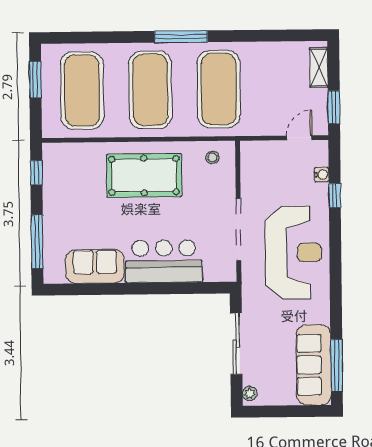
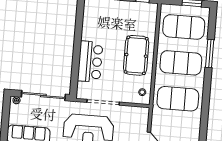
window: (181, 36) -> (210, 53), moved
sofa: (95, 266) -> (91, 25), removed
sliding door: (236, 344) -> (43, 96), width x1.36

